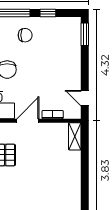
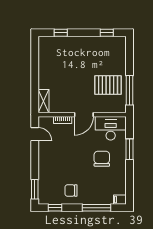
window: (48, 13) -> (55, 208), moved
chair: (25, 35) -> (71, 191), moved

